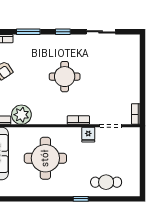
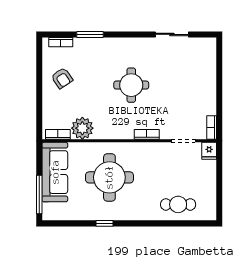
window: (63, 32) -> (129, 34), removed
fridge: (88, 135) -> (209, 151), moved
window: (81, 199) -> (104, 223), moved

